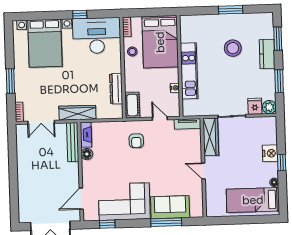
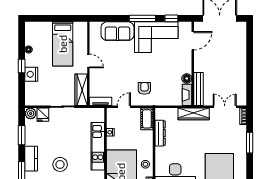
door: (160, 118) -> (124, 107), swing flipped
bed: (253, 200) -> (63, 44), moved, turned 90
window: (166, 222) -> (142, 18), moved

